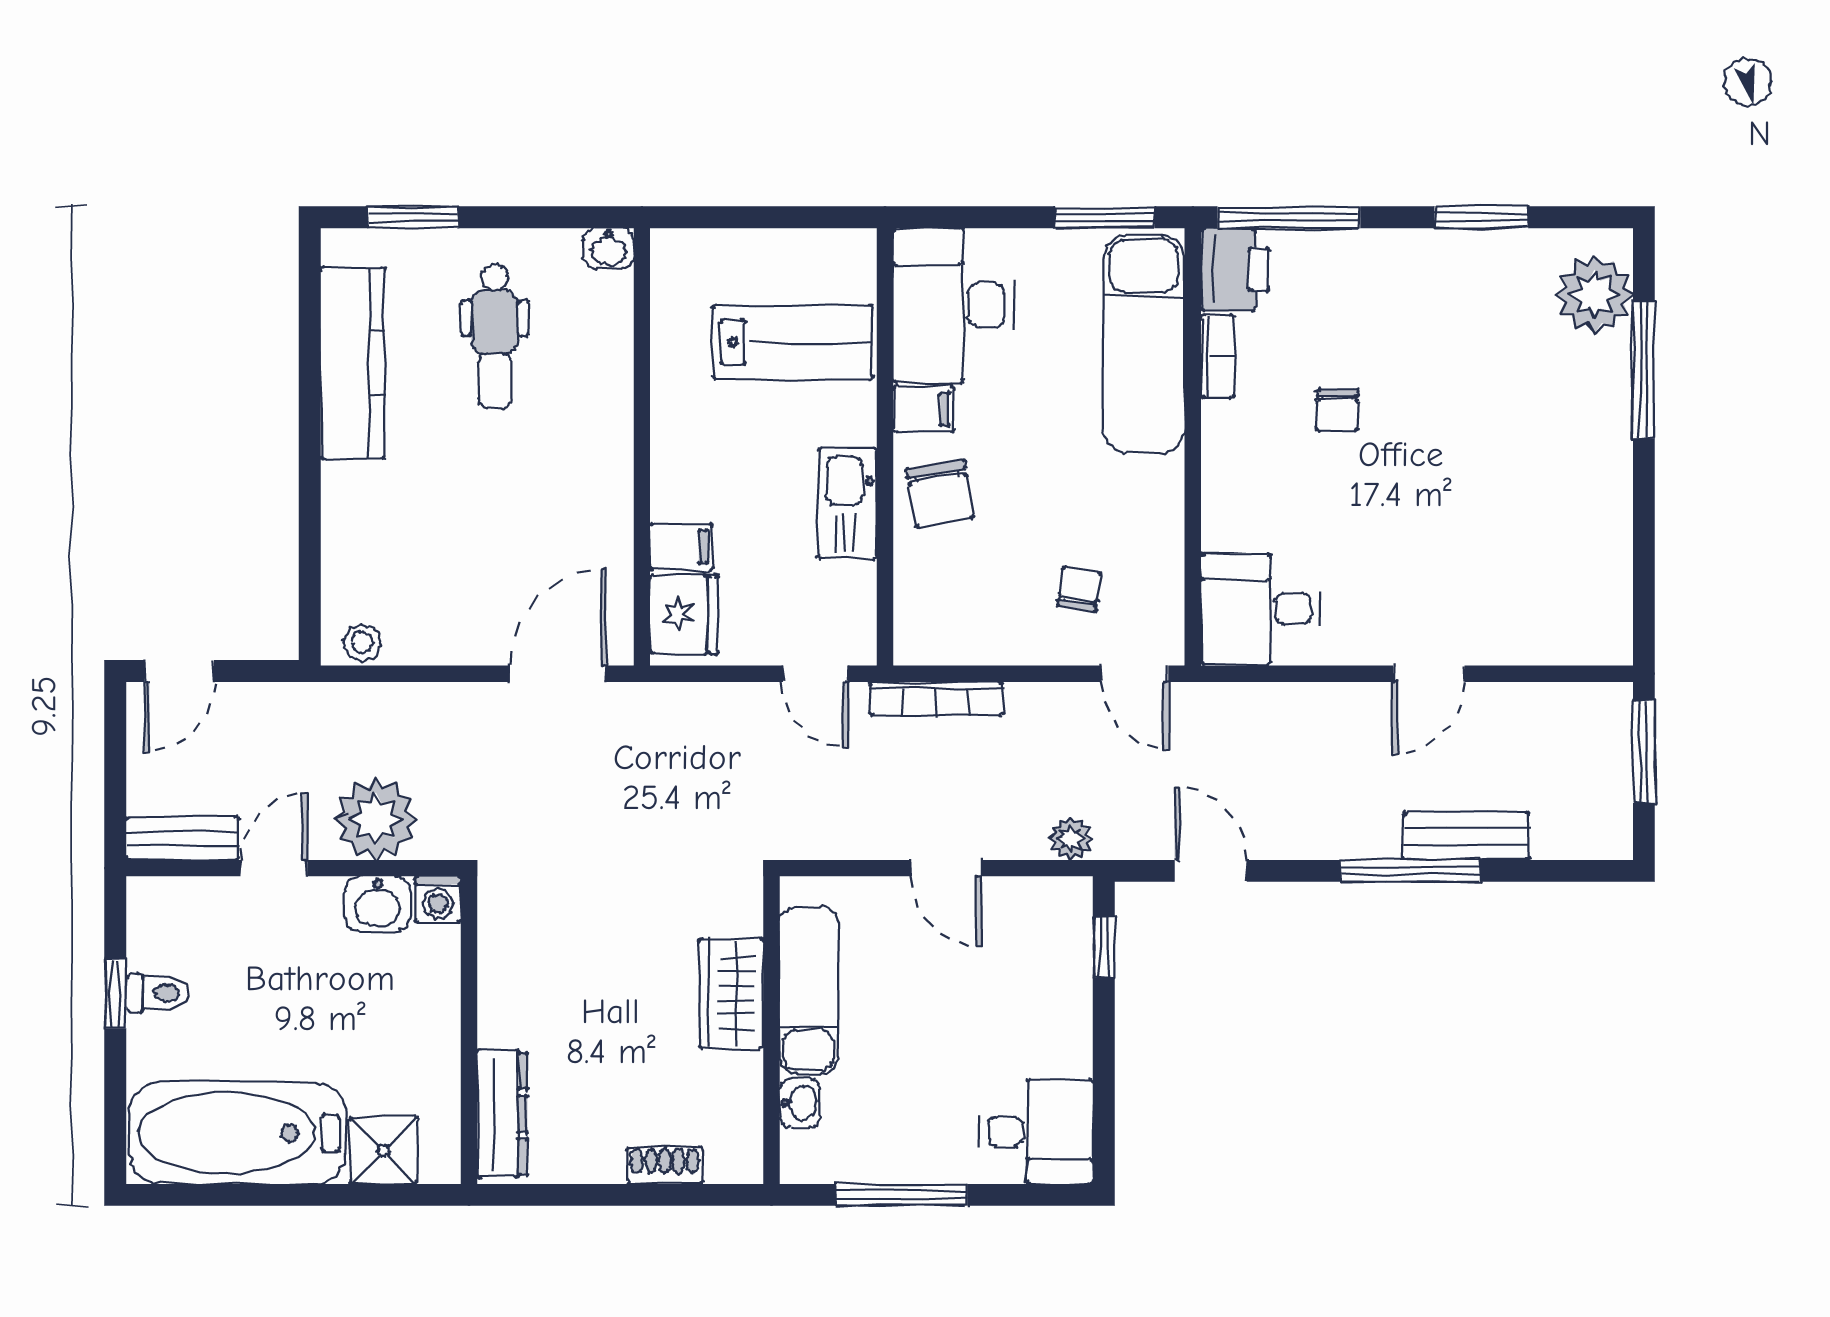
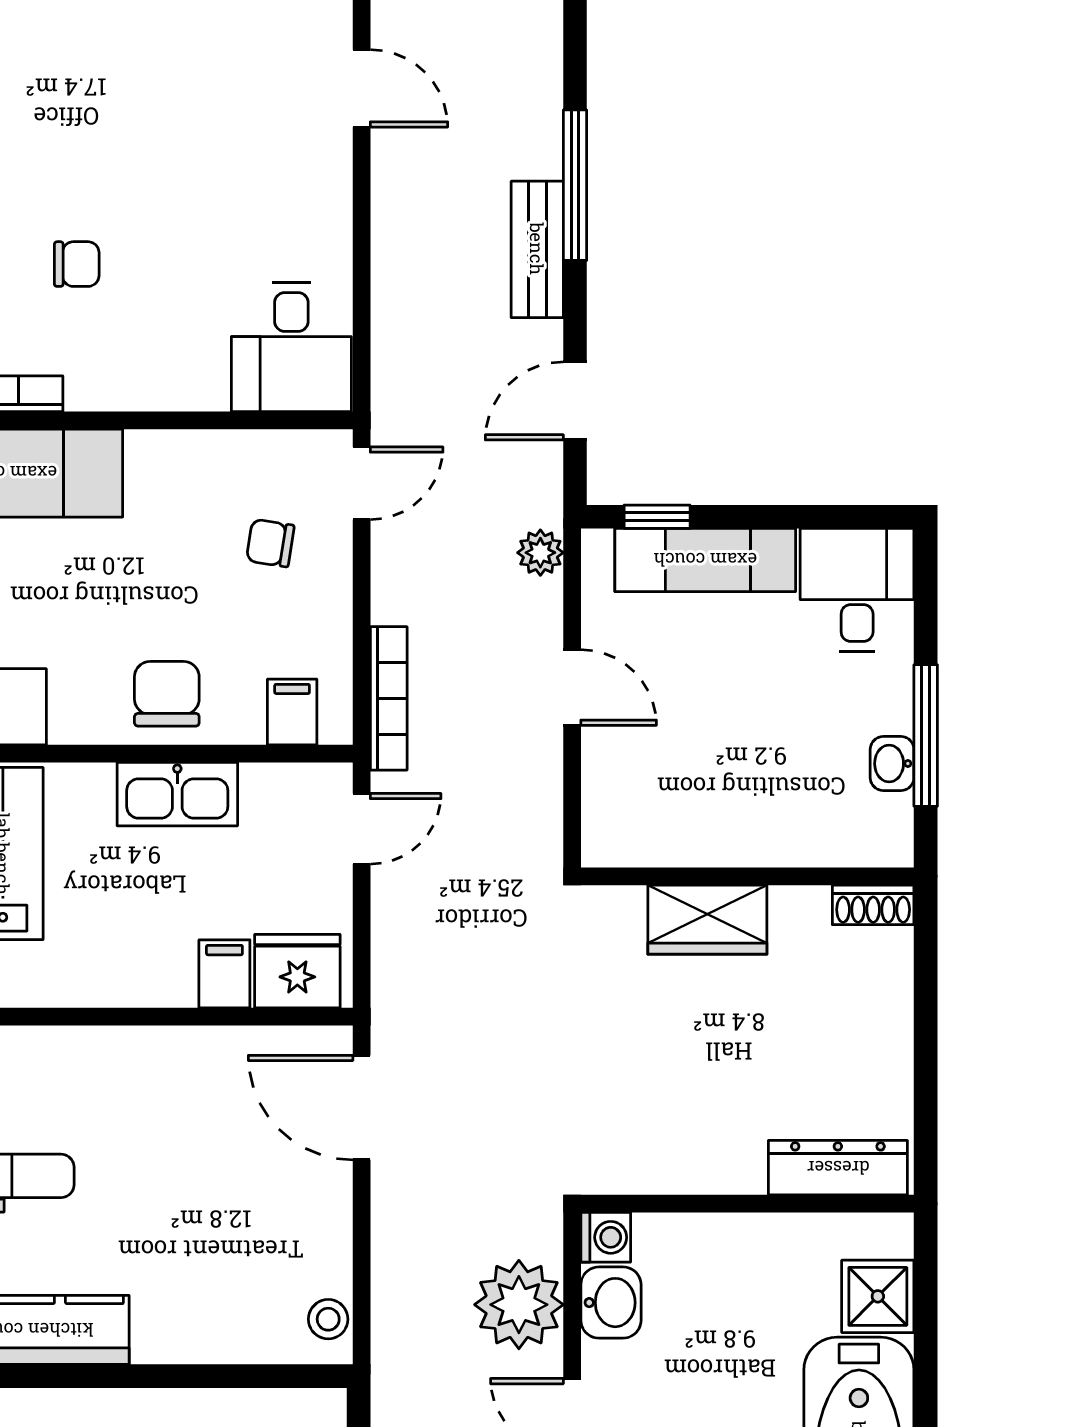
filing cabinet: (923, 409) -> (292, 712), moved
chair: (940, 494) -> (167, 694), turned -80
door: (1429, 674) -> (362, 88), moved
bench: (1466, 836) -> (537, 249), moved
door: (946, 868) -> (572, 688), hinge flipped
exam couch: (809, 990) -> (705, 560), moved, turned 180
washbasin: (800, 1103) -> (892, 764), moved, turned -90
shoe rack: (665, 1166) -> (873, 905), moved, turned -90

